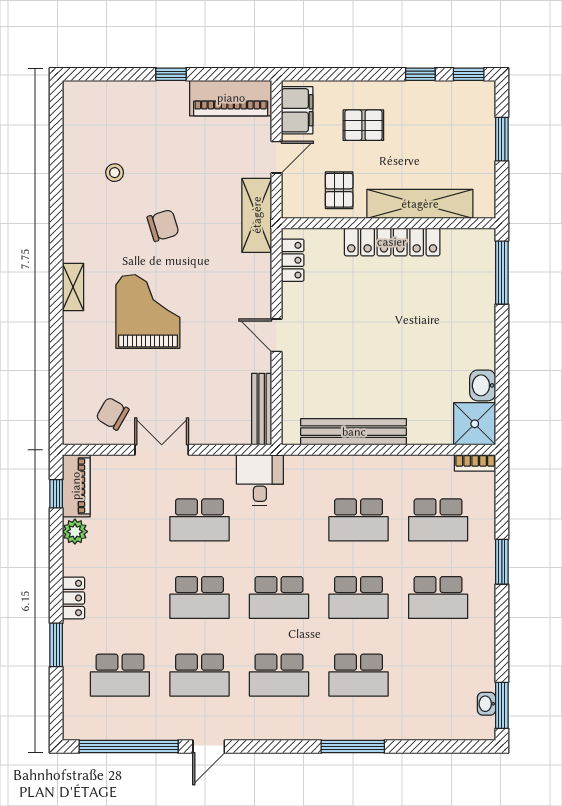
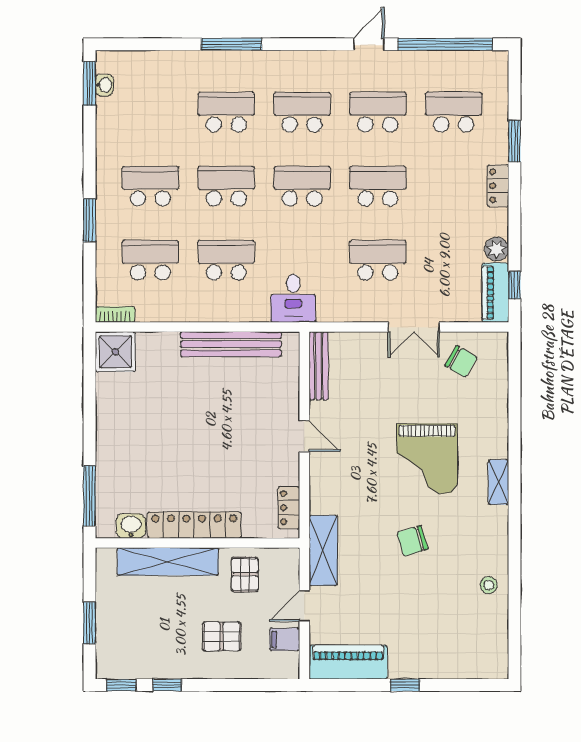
filing cabinet: (297, 110) -> (285, 639), width x0.50
stool: (115, 173) -> (489, 585), moved
washbasin: (483, 385) -> (131, 526), moved, turned -90
desk: (260, 480) -> (293, 298), moved

